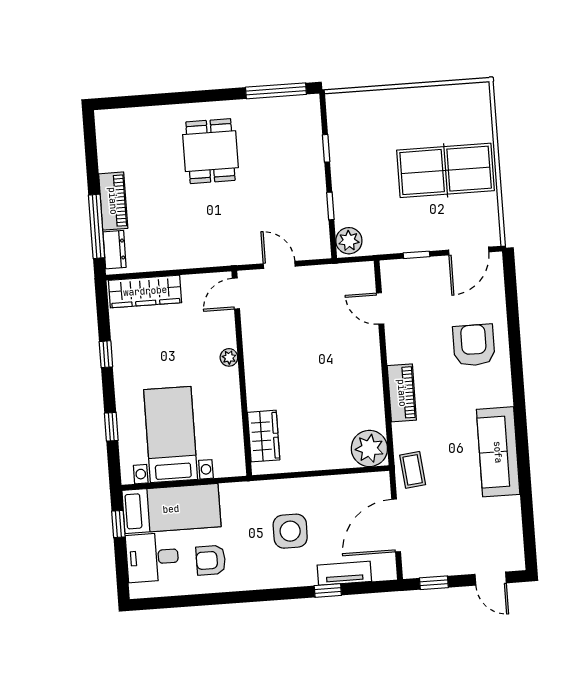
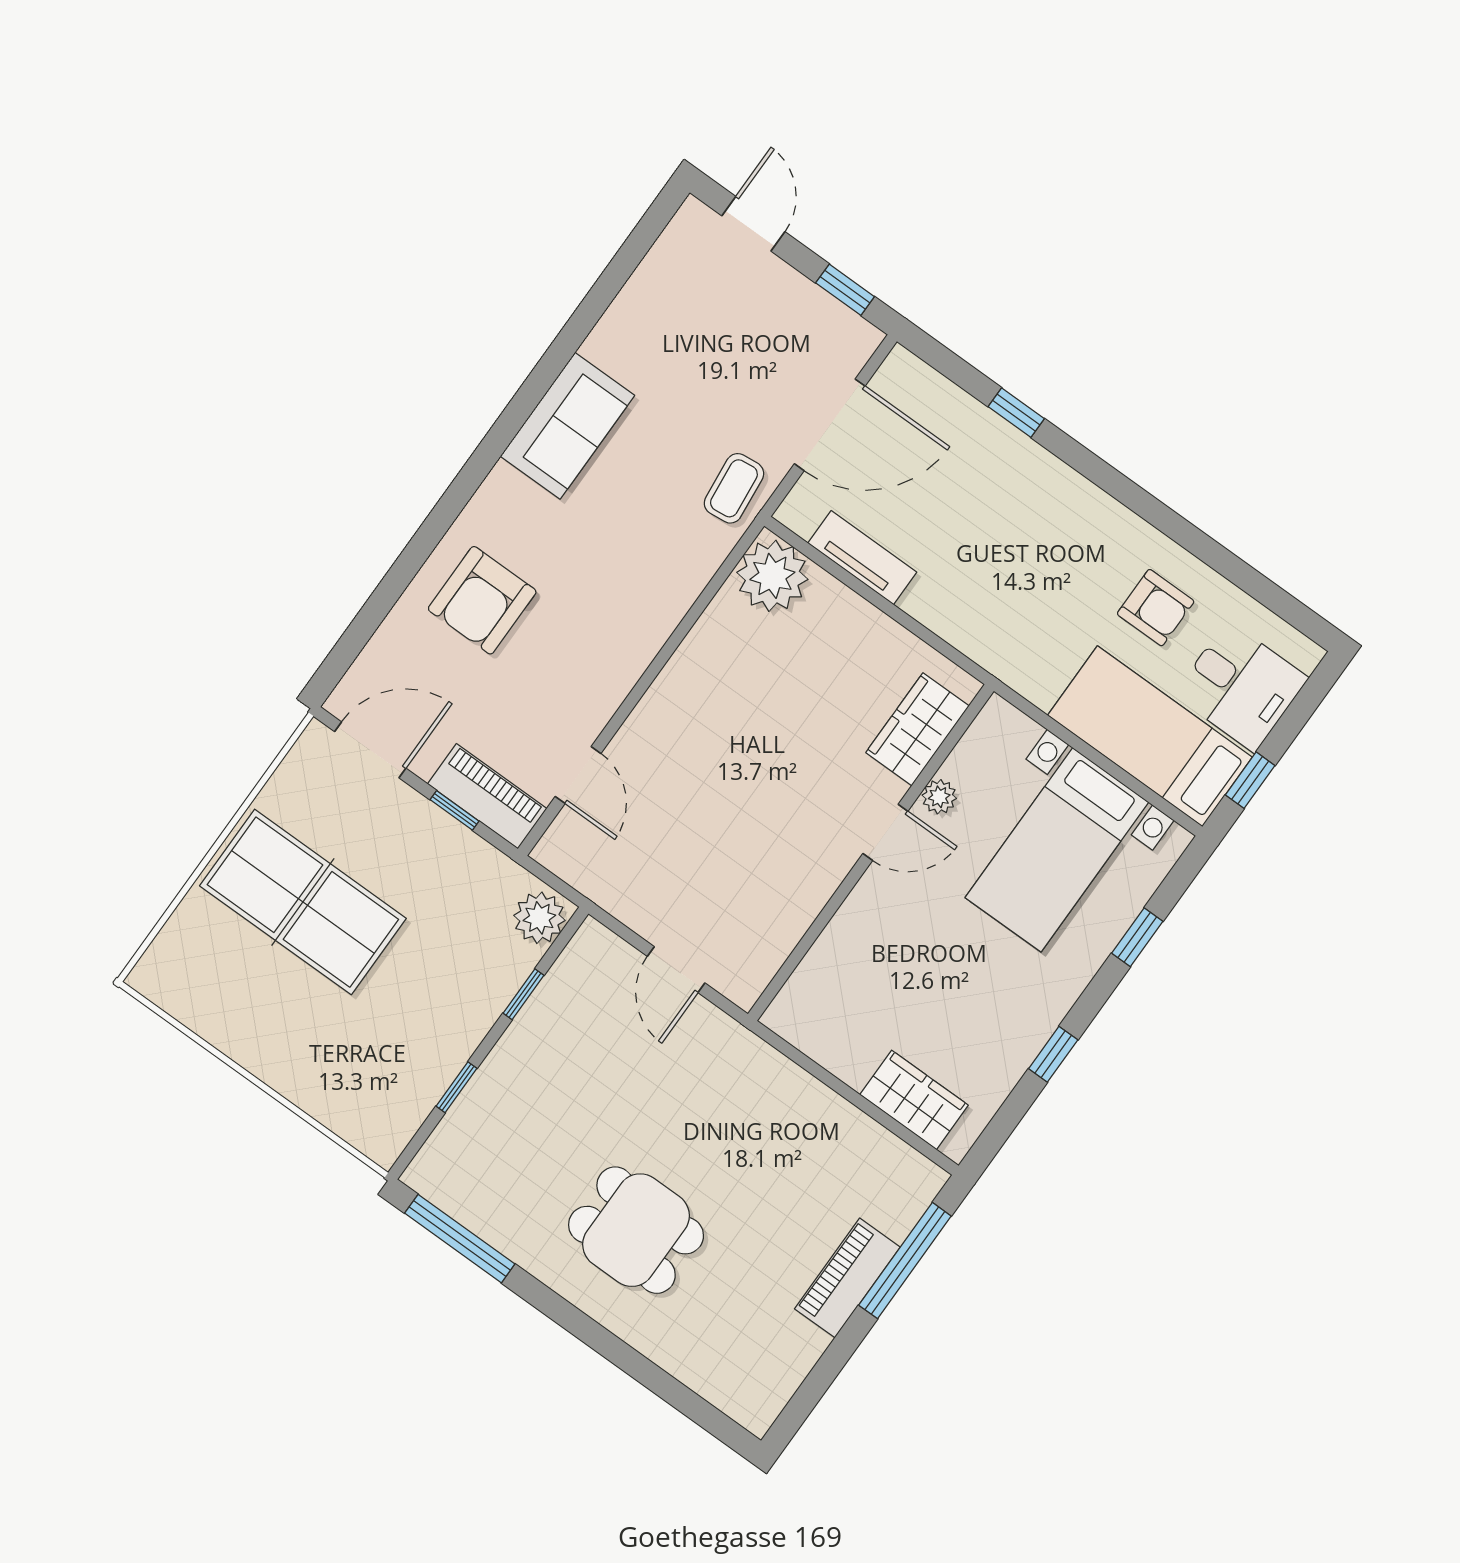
dining table: (210, 151) -> (636, 1230), turned 90
dresser: (115, 250) -> (907, 1202), removed
wardrobe: (145, 291) -> (914, 1100), width x0.67
door: (236, 294) -> (885, 832), moved
plant: (229, 357) -> (939, 797), moved
piano: (402, 393) -> (487, 796), moved, turned 90
sofa: (498, 452) -> (567, 426), width x0.73
side table: (290, 531) -> (998, 551), removed
tv unit: (344, 573) -> (862, 558), moved, turned 180

